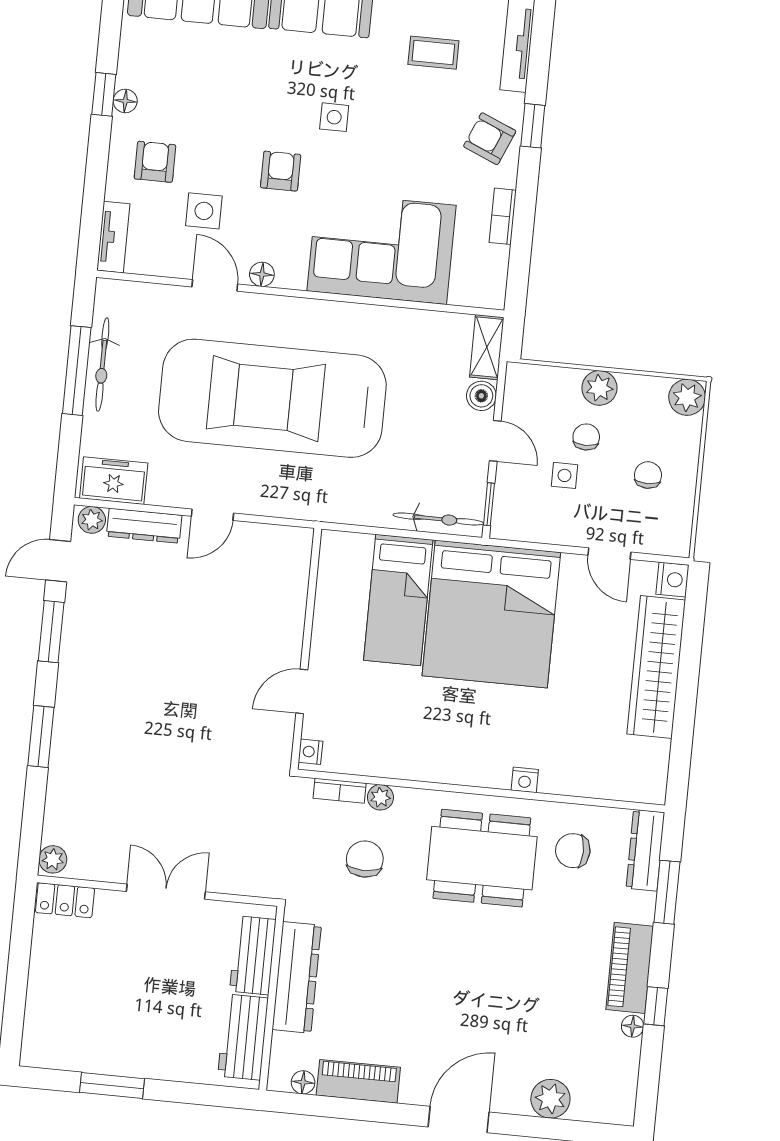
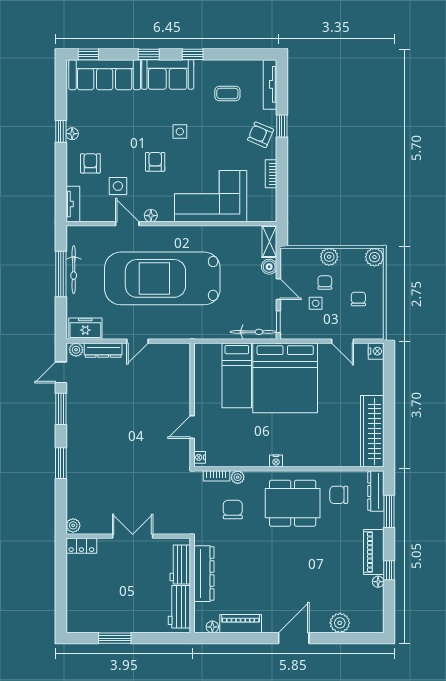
wardrobe: (656, 667) -> (372, 431), moved
nightstand: (525, 780) -> (276, 461), moved

